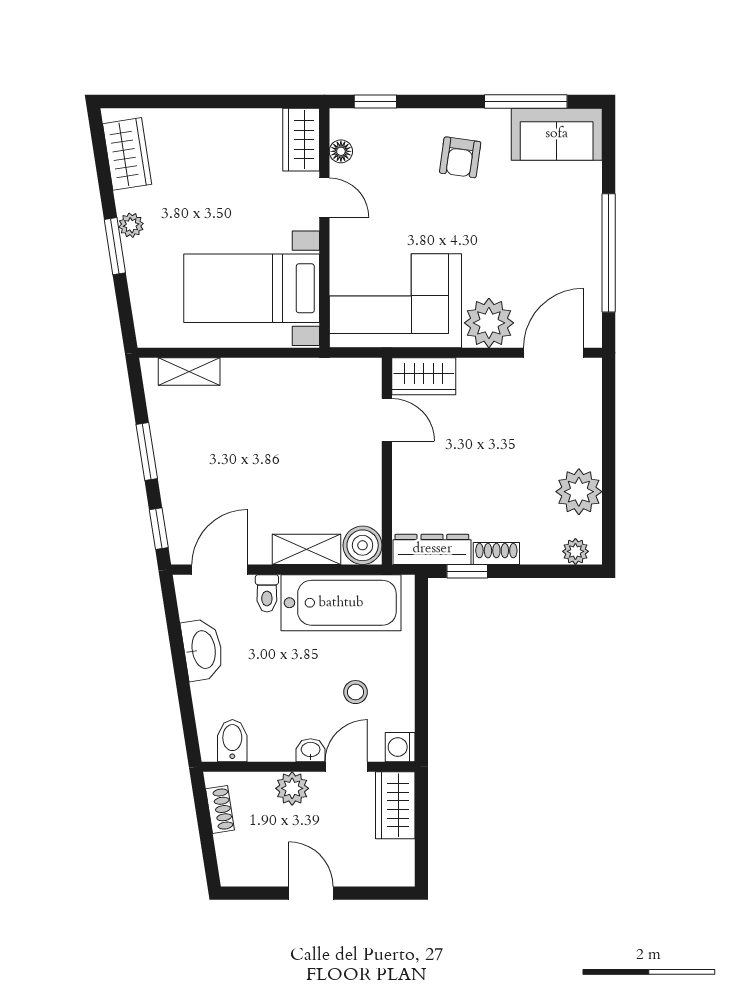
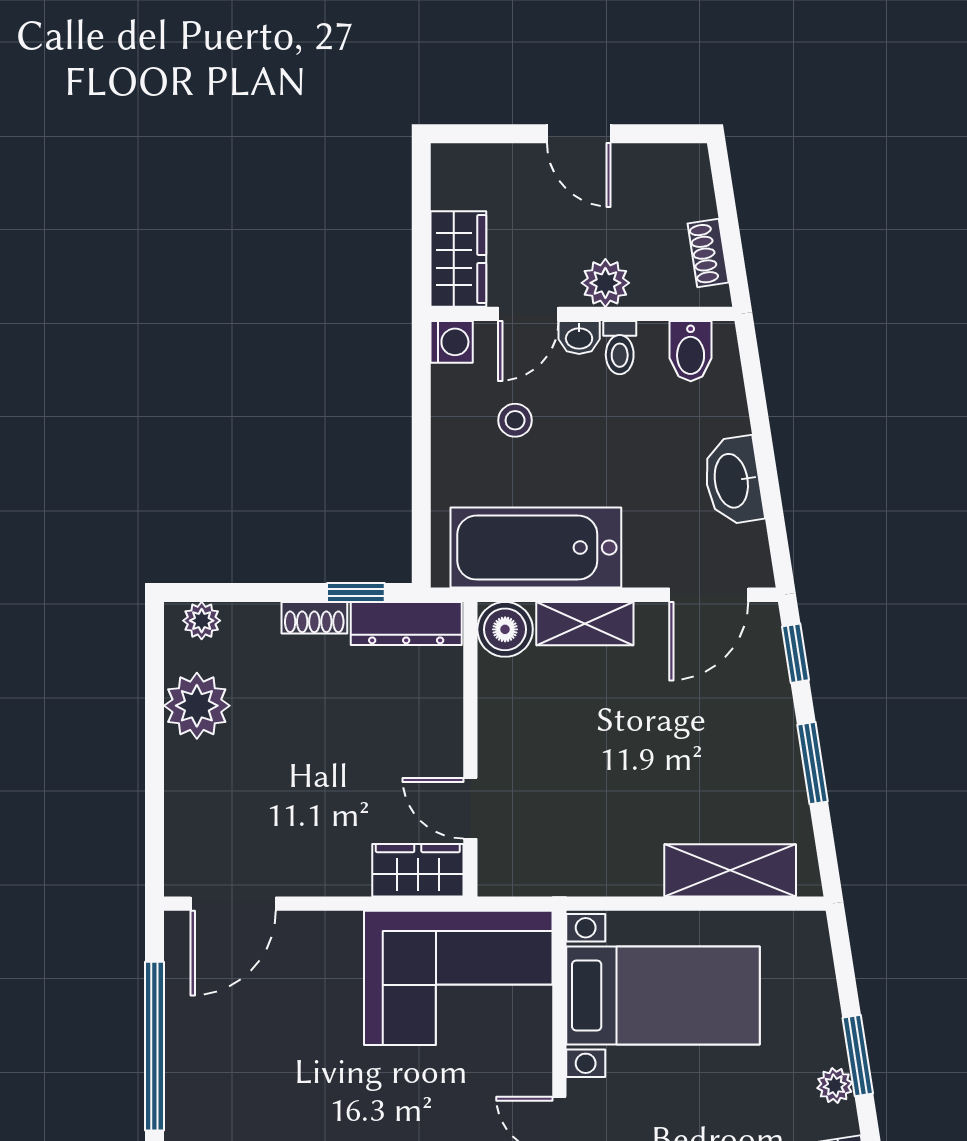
plant: (489, 323) -> (325, 946), removed
shelving: (189, 372) -> (730, 870), width x1.50, depth x1.33
toilet: (267, 593) -> (620, 348), moved, turned 180

